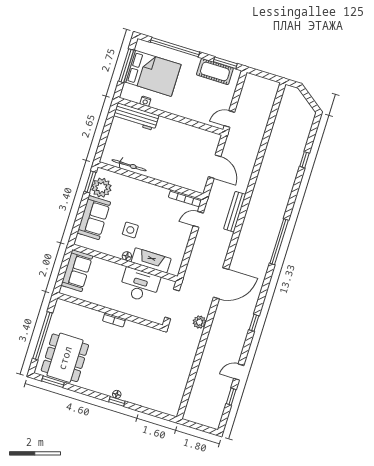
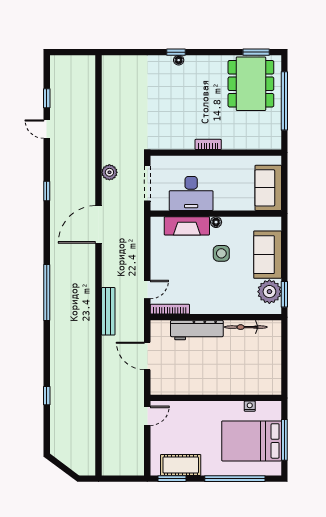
workbench: (136, 117) -> (197, 330), moved, turned 180
door: (239, 372) -> (47, 129), swing flipped

